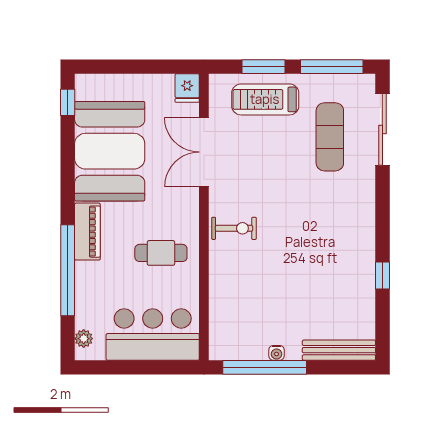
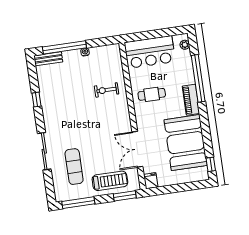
window: (263, 67) -> (125, 196), moved
sliding door: (382, 129) -> (44, 151), moved
double door: (204, 152) -> (137, 149), swing flipped
exercise bike: (234, 228) -> (107, 90), moved
bench: (339, 350) -> (48, 59), width x0.73
window: (265, 367) -> (64, 47), moved

